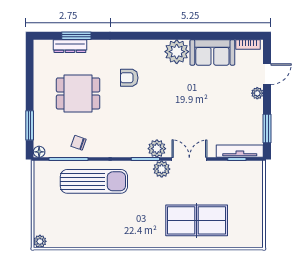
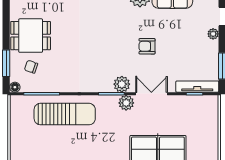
armchair: (129, 78) -> (147, 46), moved
dining table: (78, 93) -> (31, 36), moved
chair: (79, 143) -> (31, 67), moved

